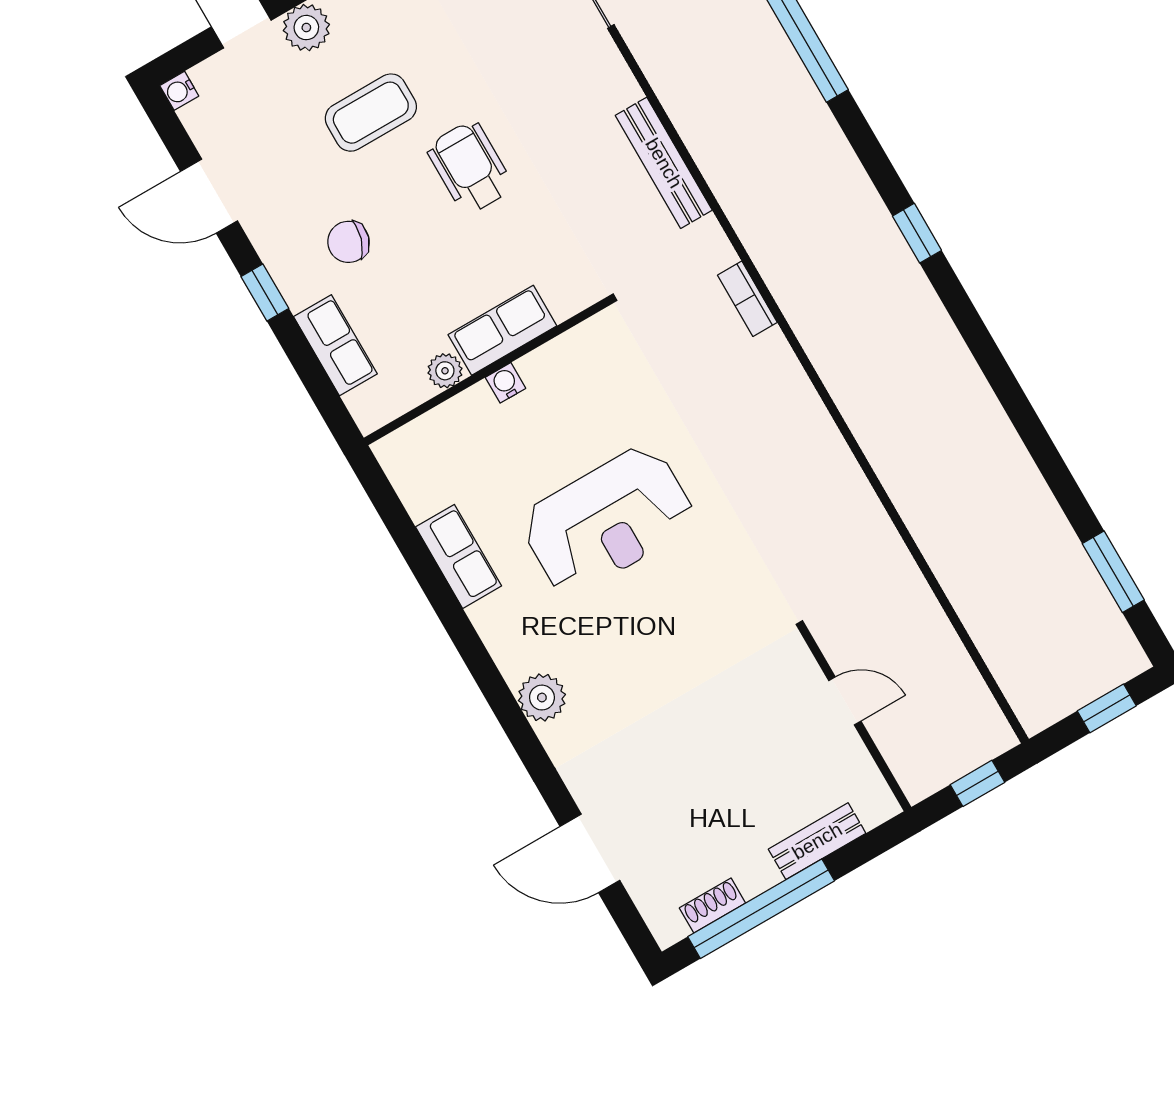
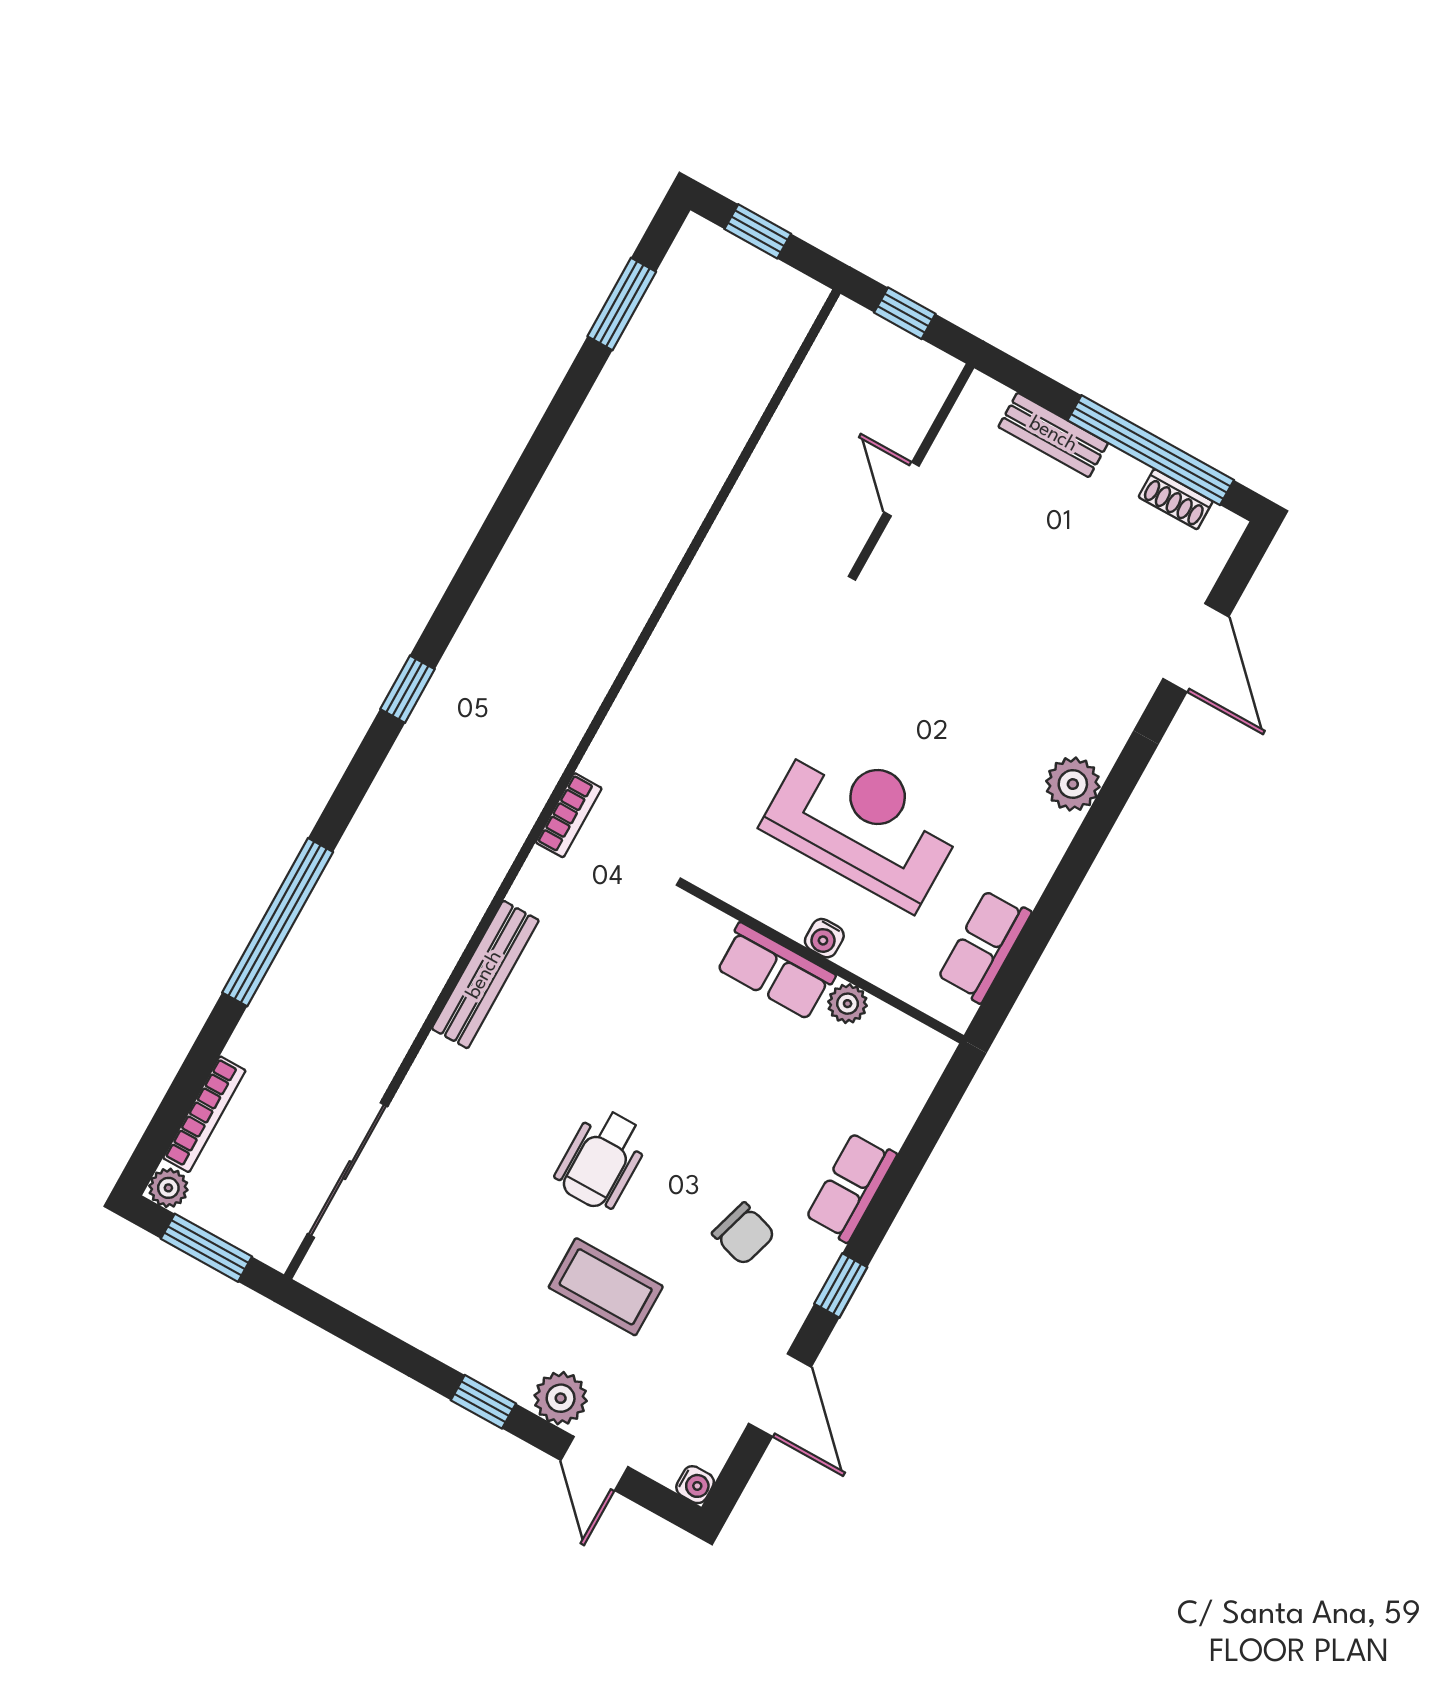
row of seats: (502, 330) -> (775, 971), moved
plant: (445, 371) -> (848, 1004), moved
wall: (487, 371) -> (824, 963), moved
water cooler: (505, 383) -> (824, 938), moved

